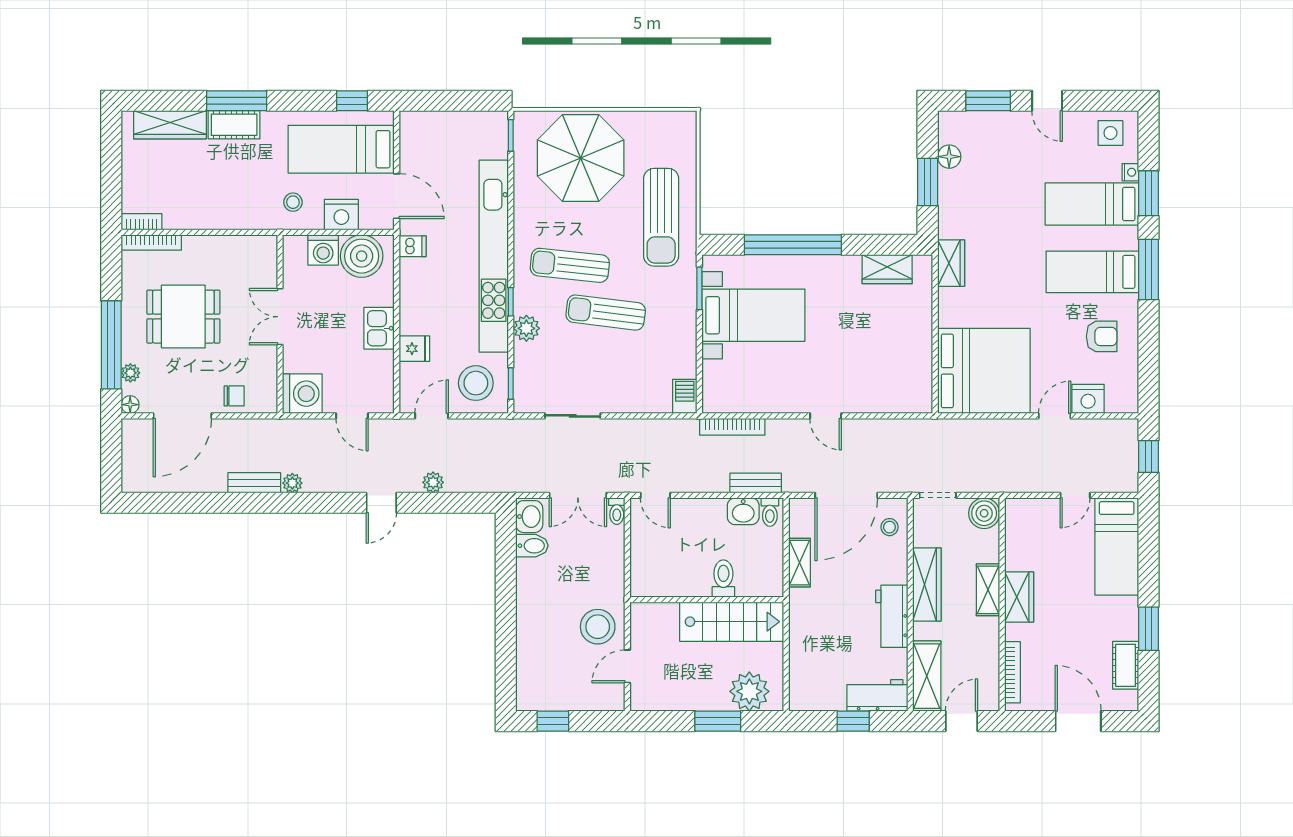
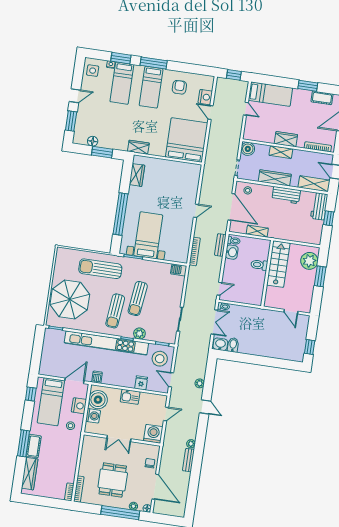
sun lounger: (661, 217) -> (100, 269), turned 180
stool: (598, 627) -> (272, 322), removed

